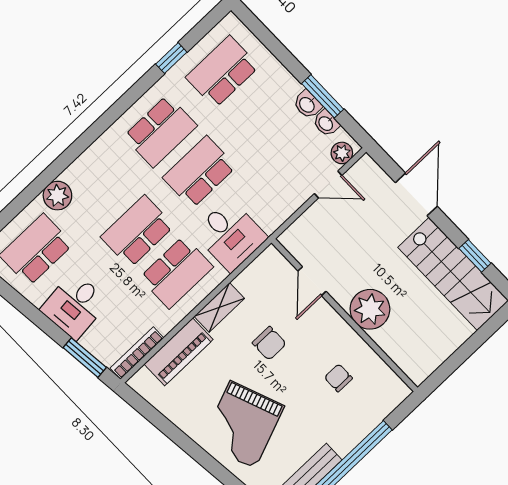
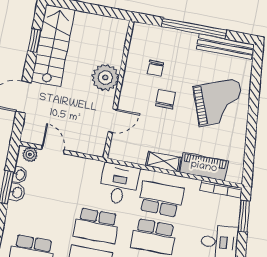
chair: (269, 343) -> (166, 99), moved

